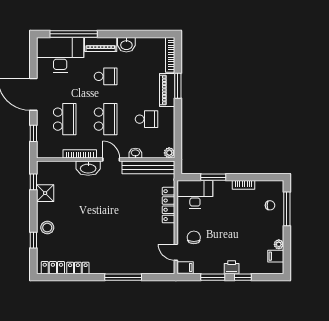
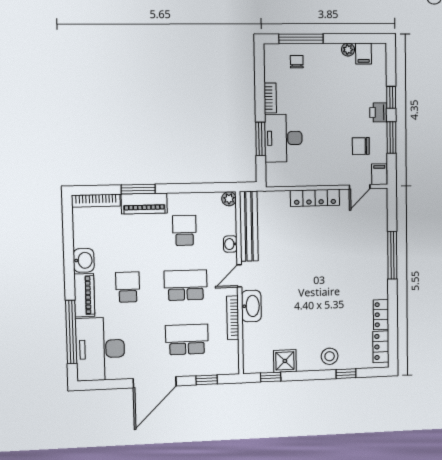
desk: (195, 194) -> (283, 138), moved
locker: (168, 205) -> (315, 198), moved
chair: (194, 237) -> (361, 146), moved

